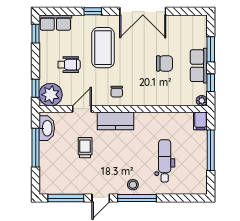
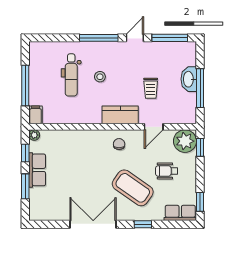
coffee table: (103, 48) -> (133, 188), turned -55
chair: (164, 63) -> (71, 172), removed
washbasin: (47, 128) -> (189, 79), moved
stool: (133, 185) -> (100, 77), moved

